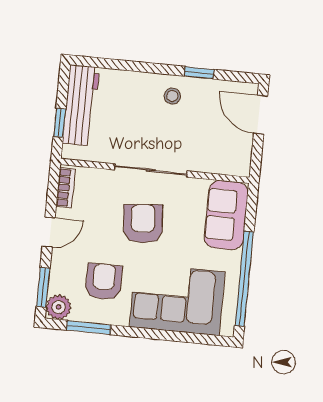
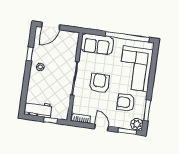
workbench: (81, 105) -> (38, 109), width x0.73
armchair: (143, 224) -> (99, 83), turned 95

